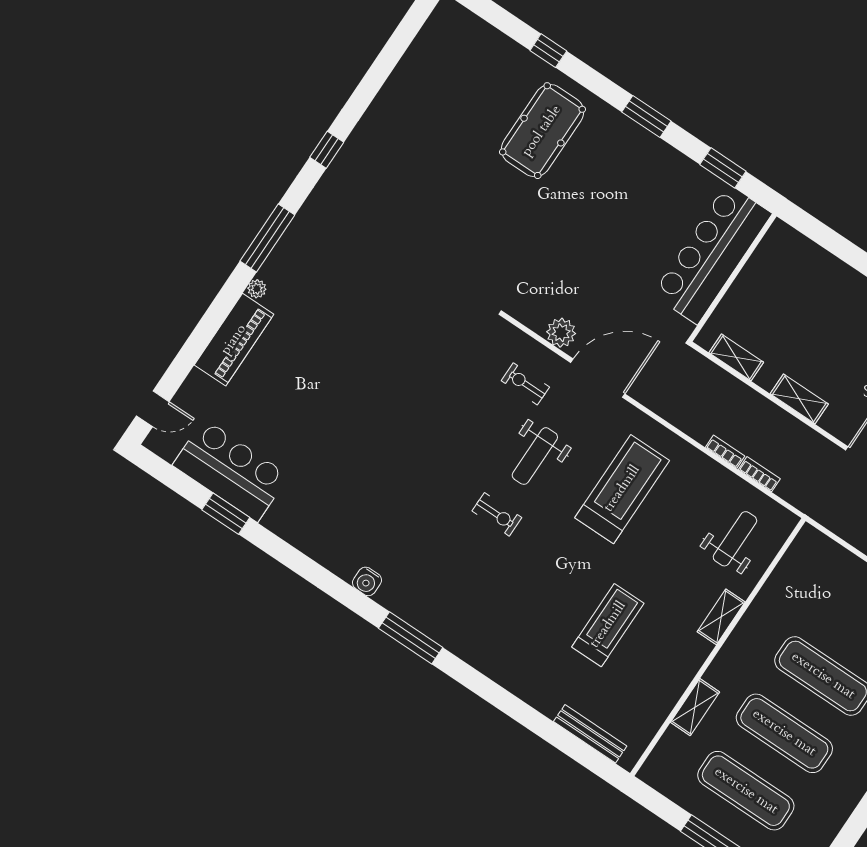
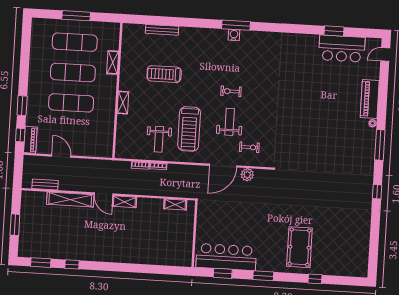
bar counter: (712, 254) -> (226, 257), moved, turned -90
shelving: (799, 399) -> (124, 202), moved
weight bench: (735, 539) -> (159, 139), moved
water cooler: (367, 581) -> (234, 35), moved
treadmill: (608, 625) -> (164, 74), turned 90
bench: (590, 734) -> (162, 30), moved

